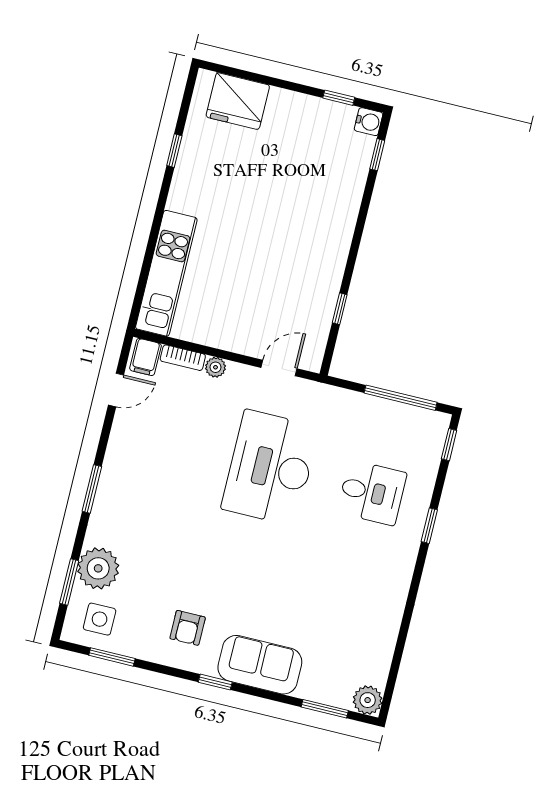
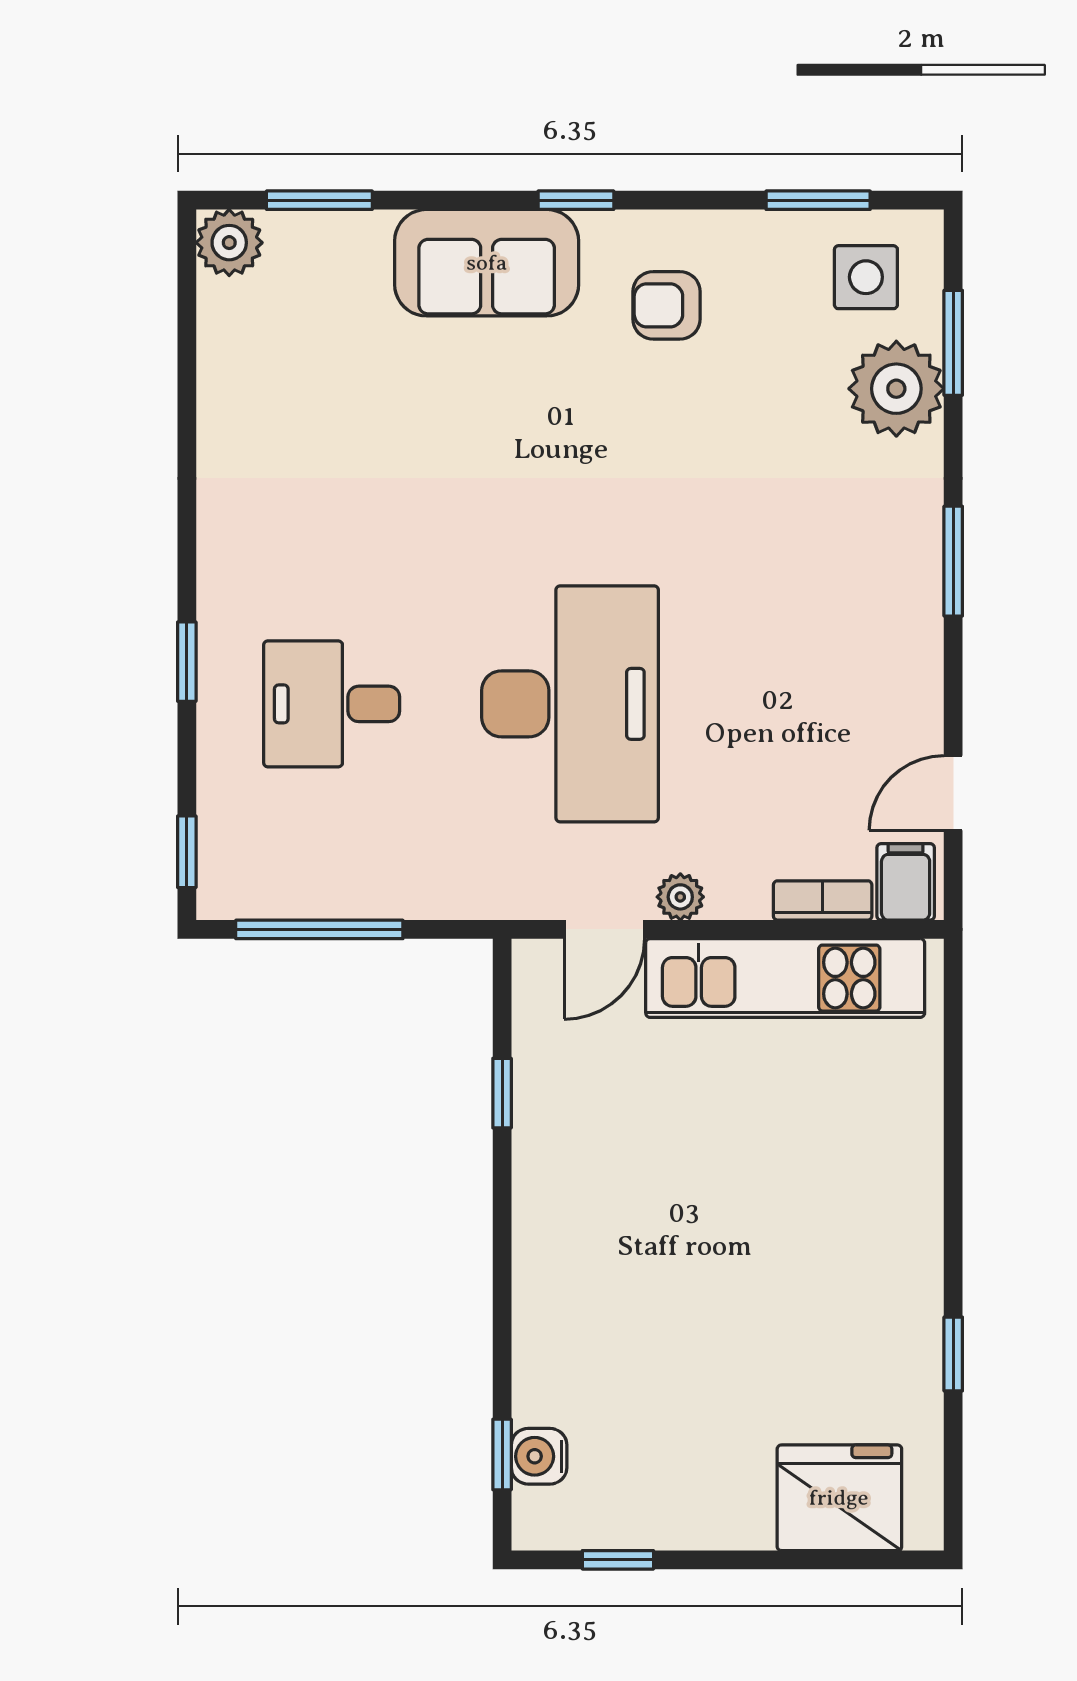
water cooler: (369, 122) -> (539, 1456), moved
kitchen unit: (166, 273) -> (785, 978), moved, turned -90
plant: (215, 367) -> (680, 897), moved
armchair: (188, 628) -> (667, 305), turned -90

